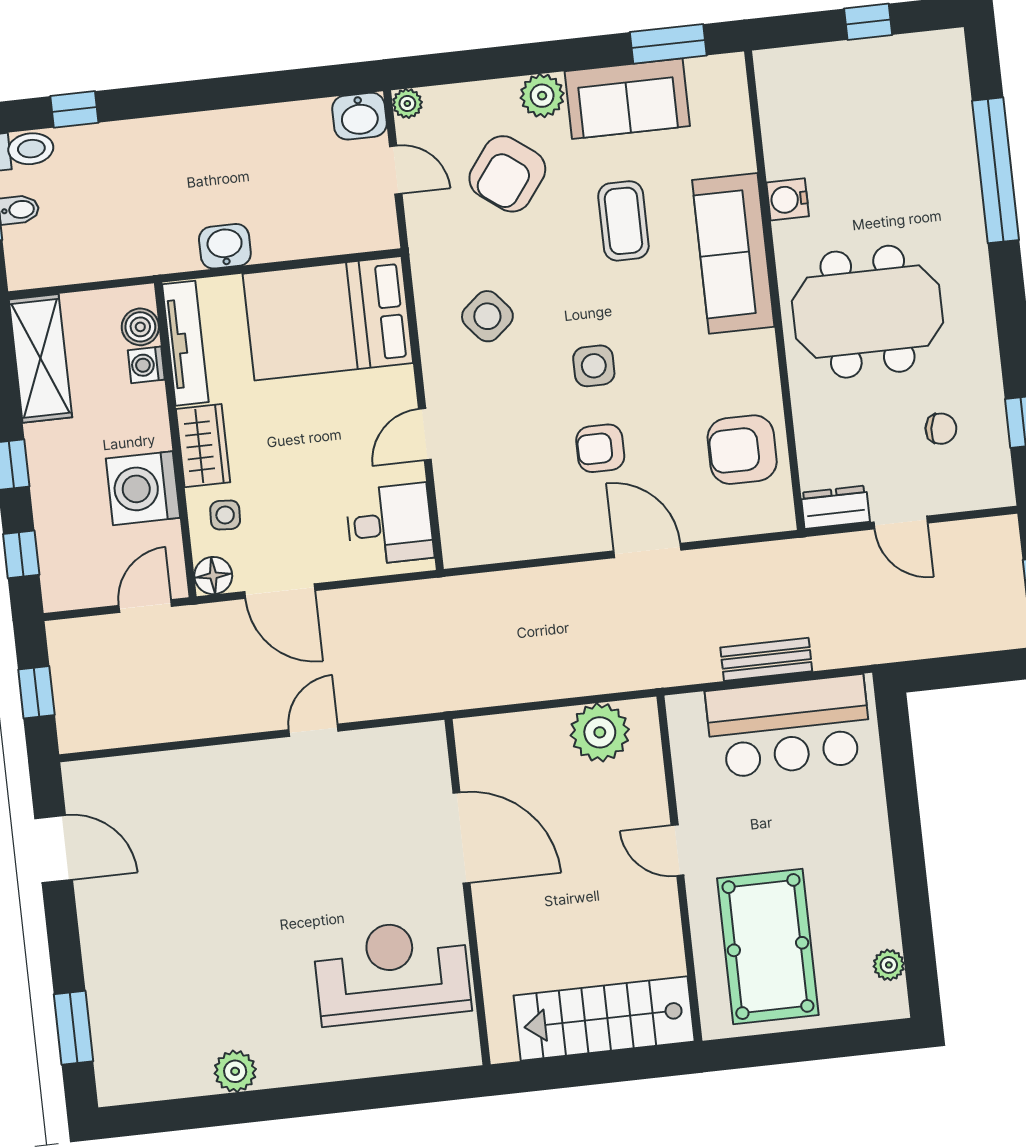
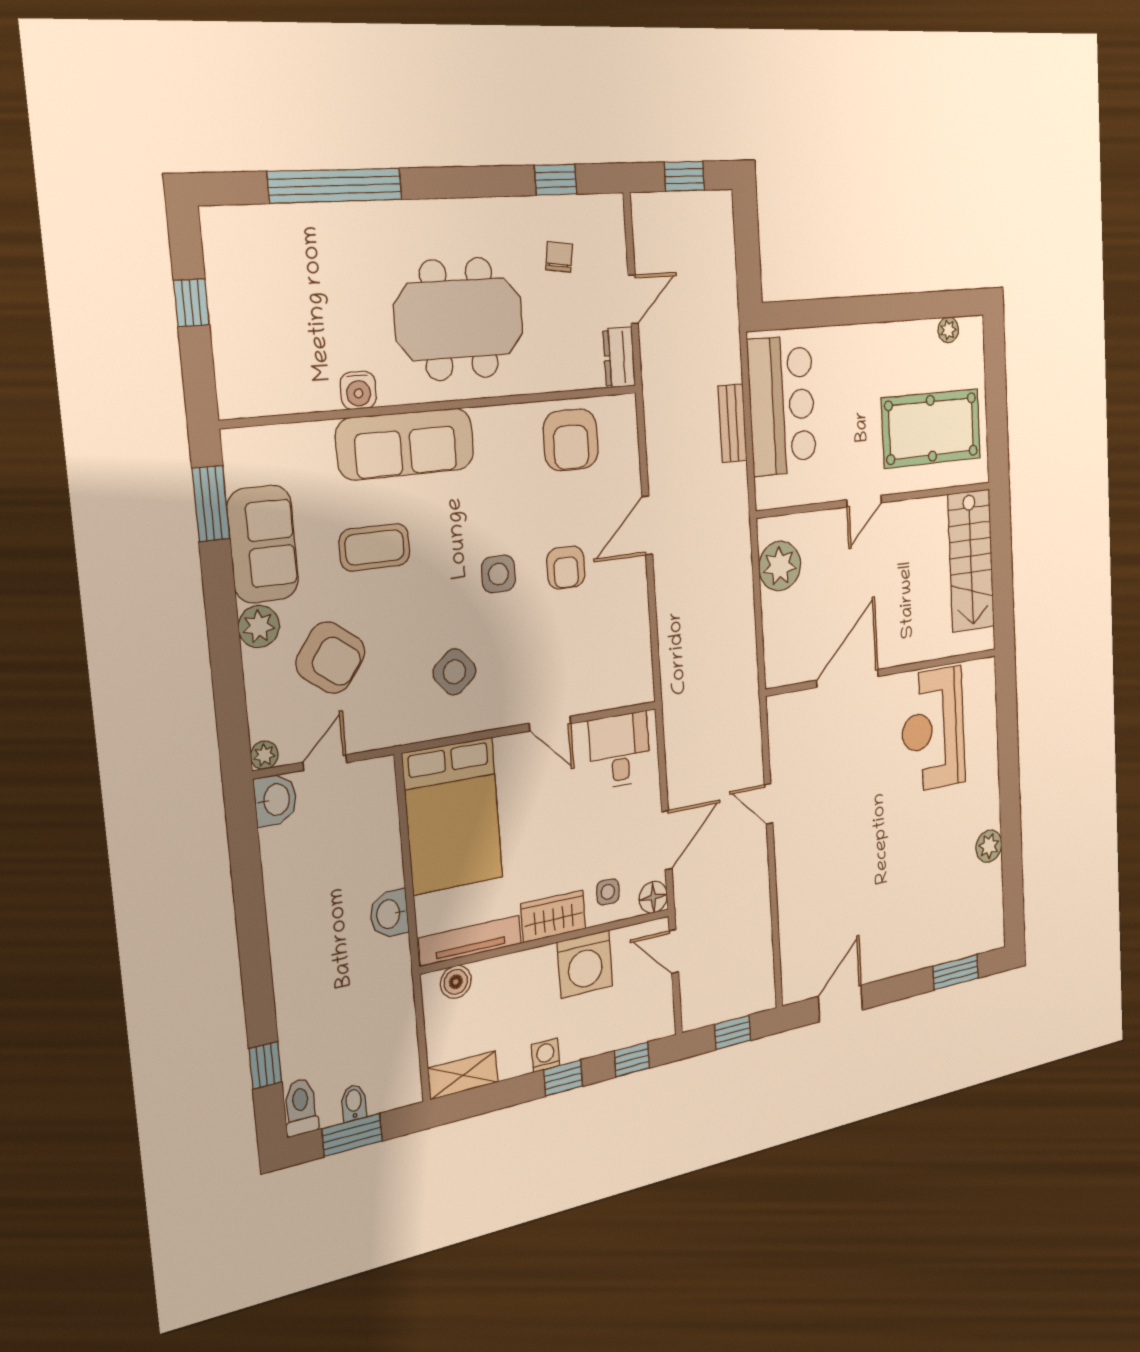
meeting table: (867, 312) -> (459, 319), turned 90
shelving: (40, 358) -> (463, 1075), width x0.67, depth x0.75
washing machine: (146, 365) -> (545, 1055), moved, turned 180

